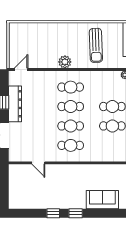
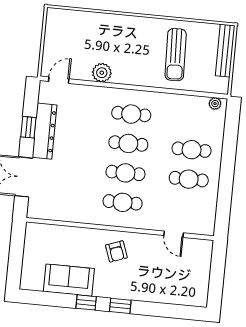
plant: (65, 62) -> (102, 73), moved
door: (38, 163) -> (174, 234), moved
armchair: (70, 178) -> (116, 251), added
sofa: (102, 200) -> (69, 280), moved

